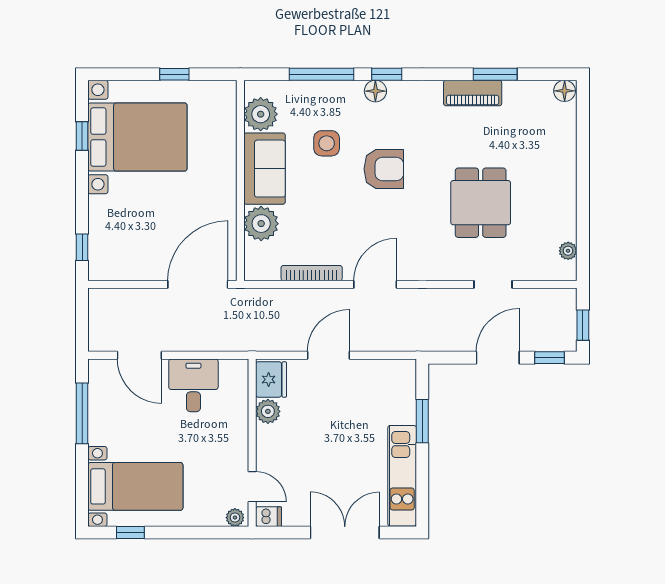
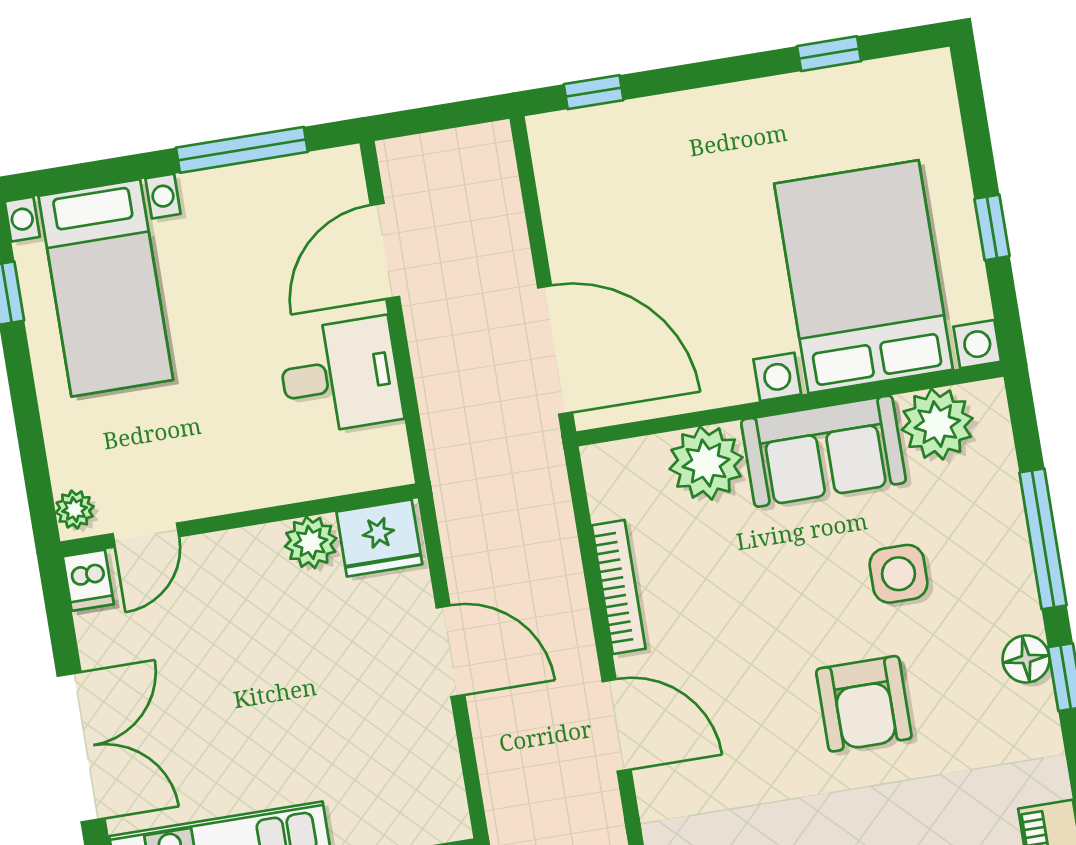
bed with nightstands: (137, 137) -> (864, 277), moved, turned 180

